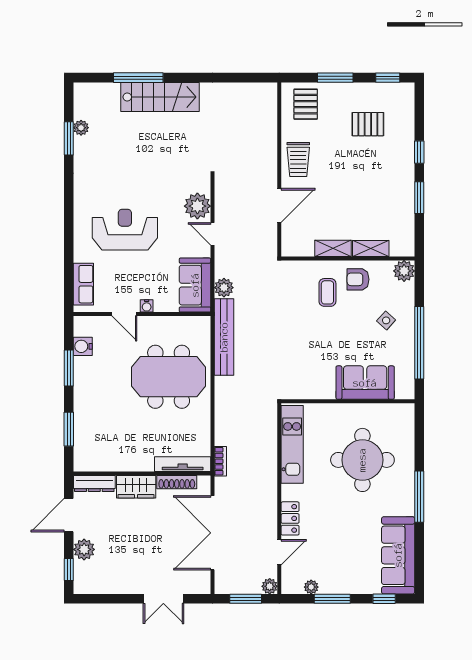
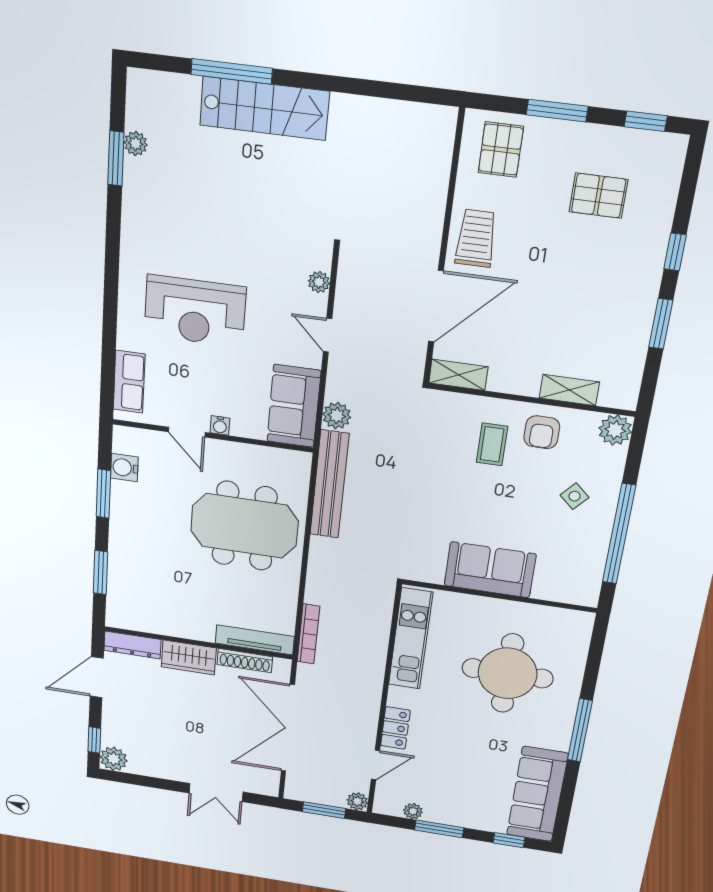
trolley: (298, 159) -> (476, 238), turned 180
door: (279, 205) -> (436, 306), width x1.36
plant: (197, 206) -> (319, 282), width x0.53, depth x0.53
reception desk: (125, 230) -> (195, 311), turned 180
shelving: (333, 248) -> (458, 375), moved
armchair: (358, 279) -> (542, 432), turned -90
sofa: (365, 383) -> (490, 570), moved
bookcase: (220, 461) -> (308, 634), width x1.56
plant: (84, 549) -> (114, 759), moved

